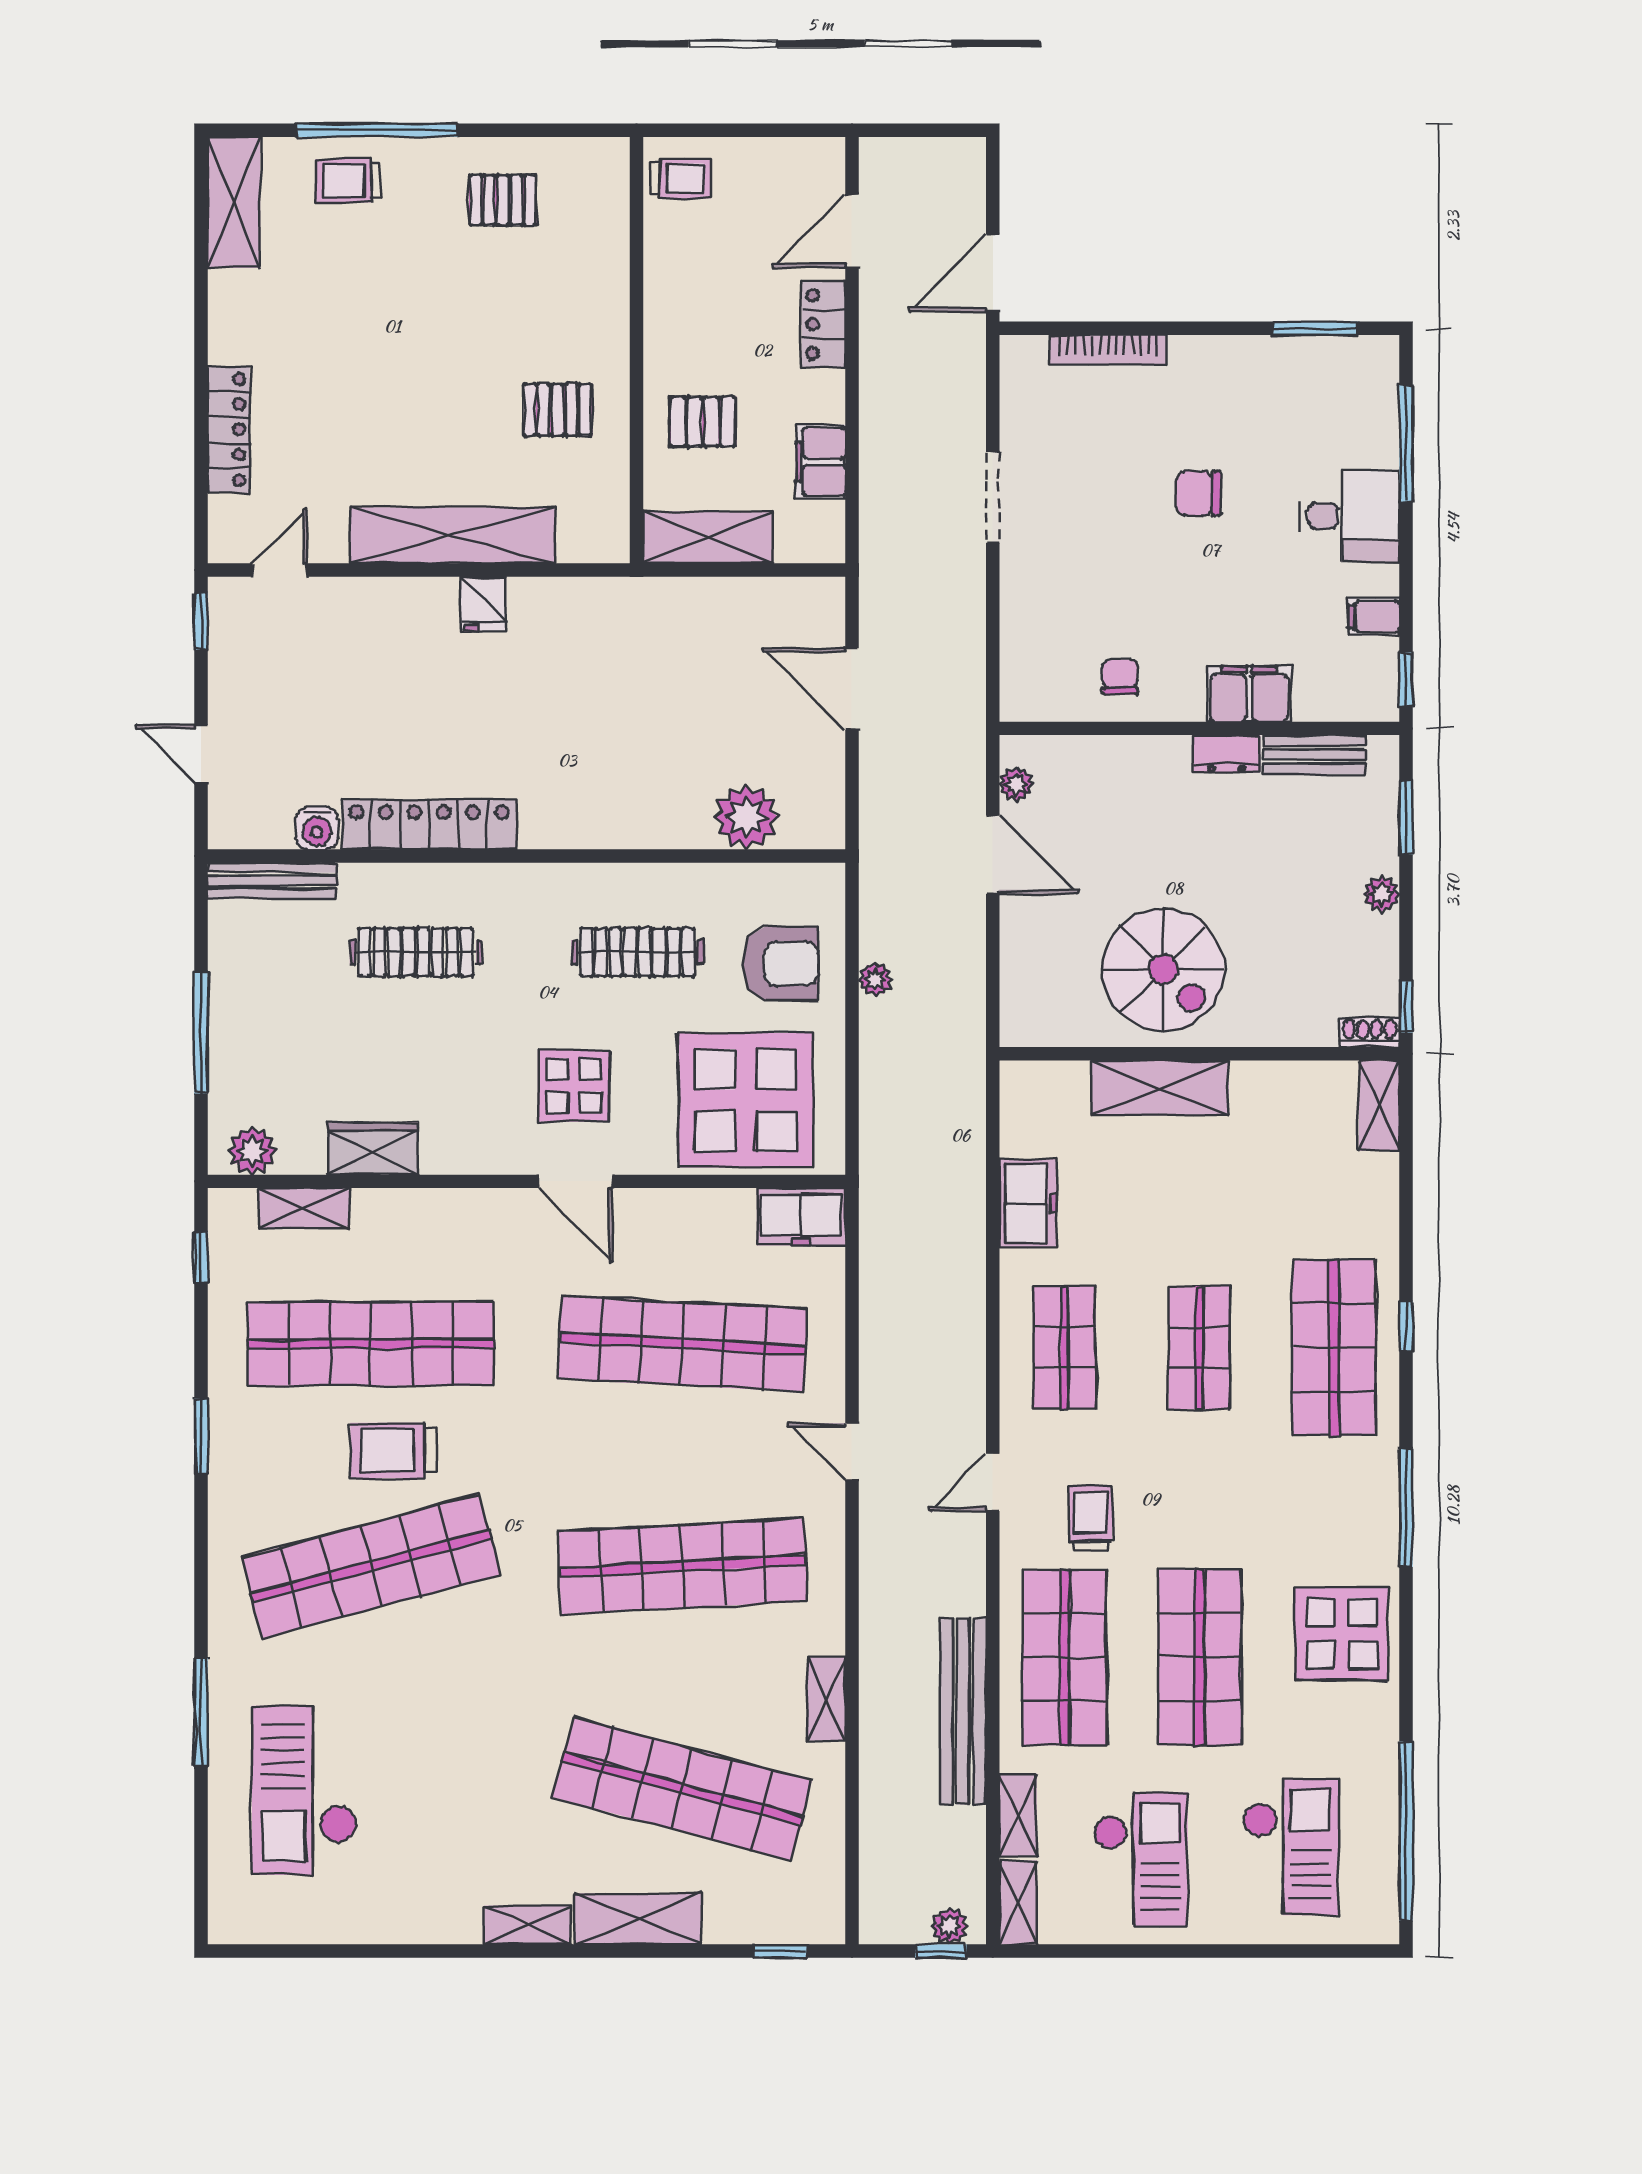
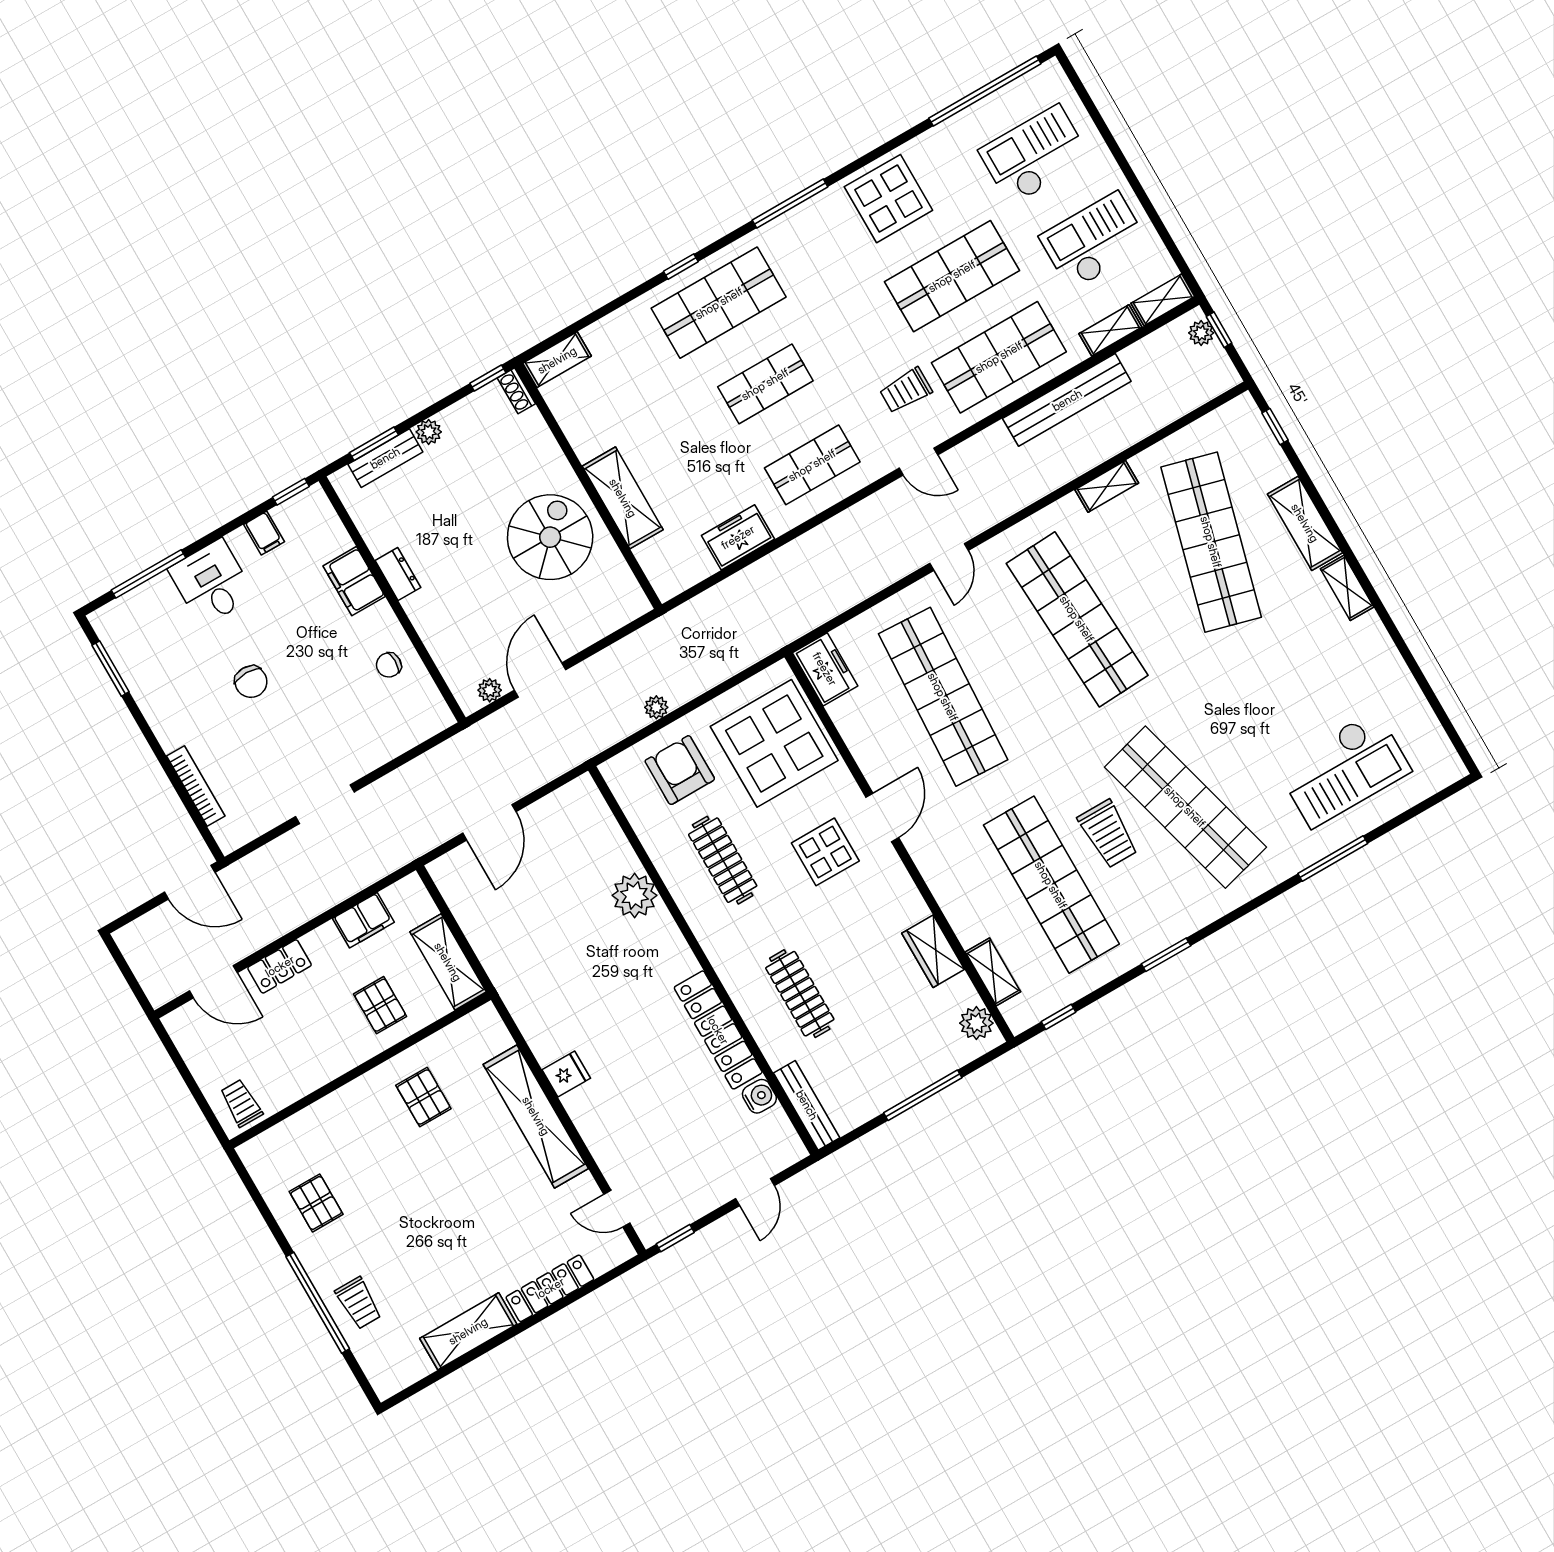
shelving: (234, 202) -> (468, 1331), moved
bench: (1315, 754) -> (385, 458), moved, turned 90
plant: (746, 817) -> (635, 895), moved

